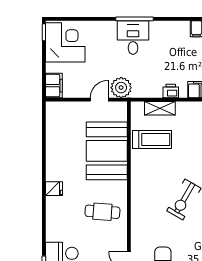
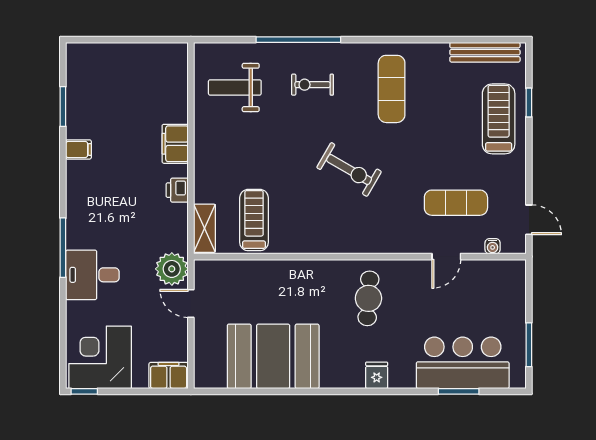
desk: (133, 37) -> (92, 275), moved
shelving: (160, 108) -> (204, 228), moved
booth: (107, 151) -> (273, 356), moved
fridge: (54, 189) -> (377, 375), moved

